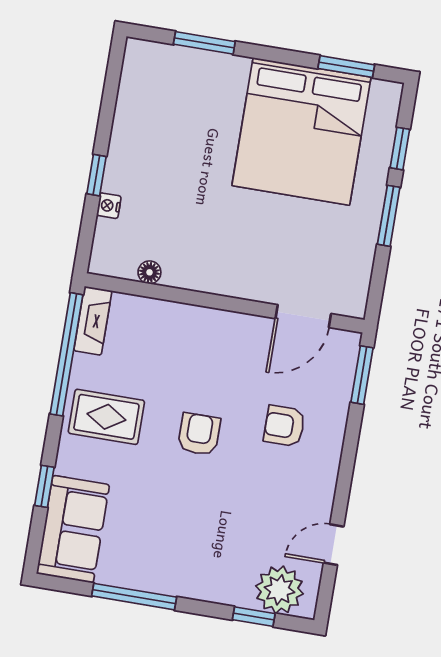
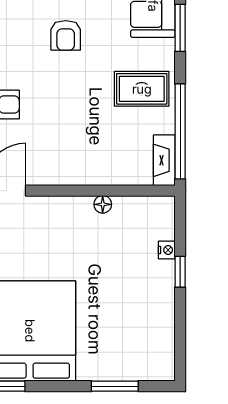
floor lamp: (149, 272) -> (103, 204), moved
armchair: (199, 434) -> (66, 35), moved
window: (44, 486) -> (180, 28), width x1.50

